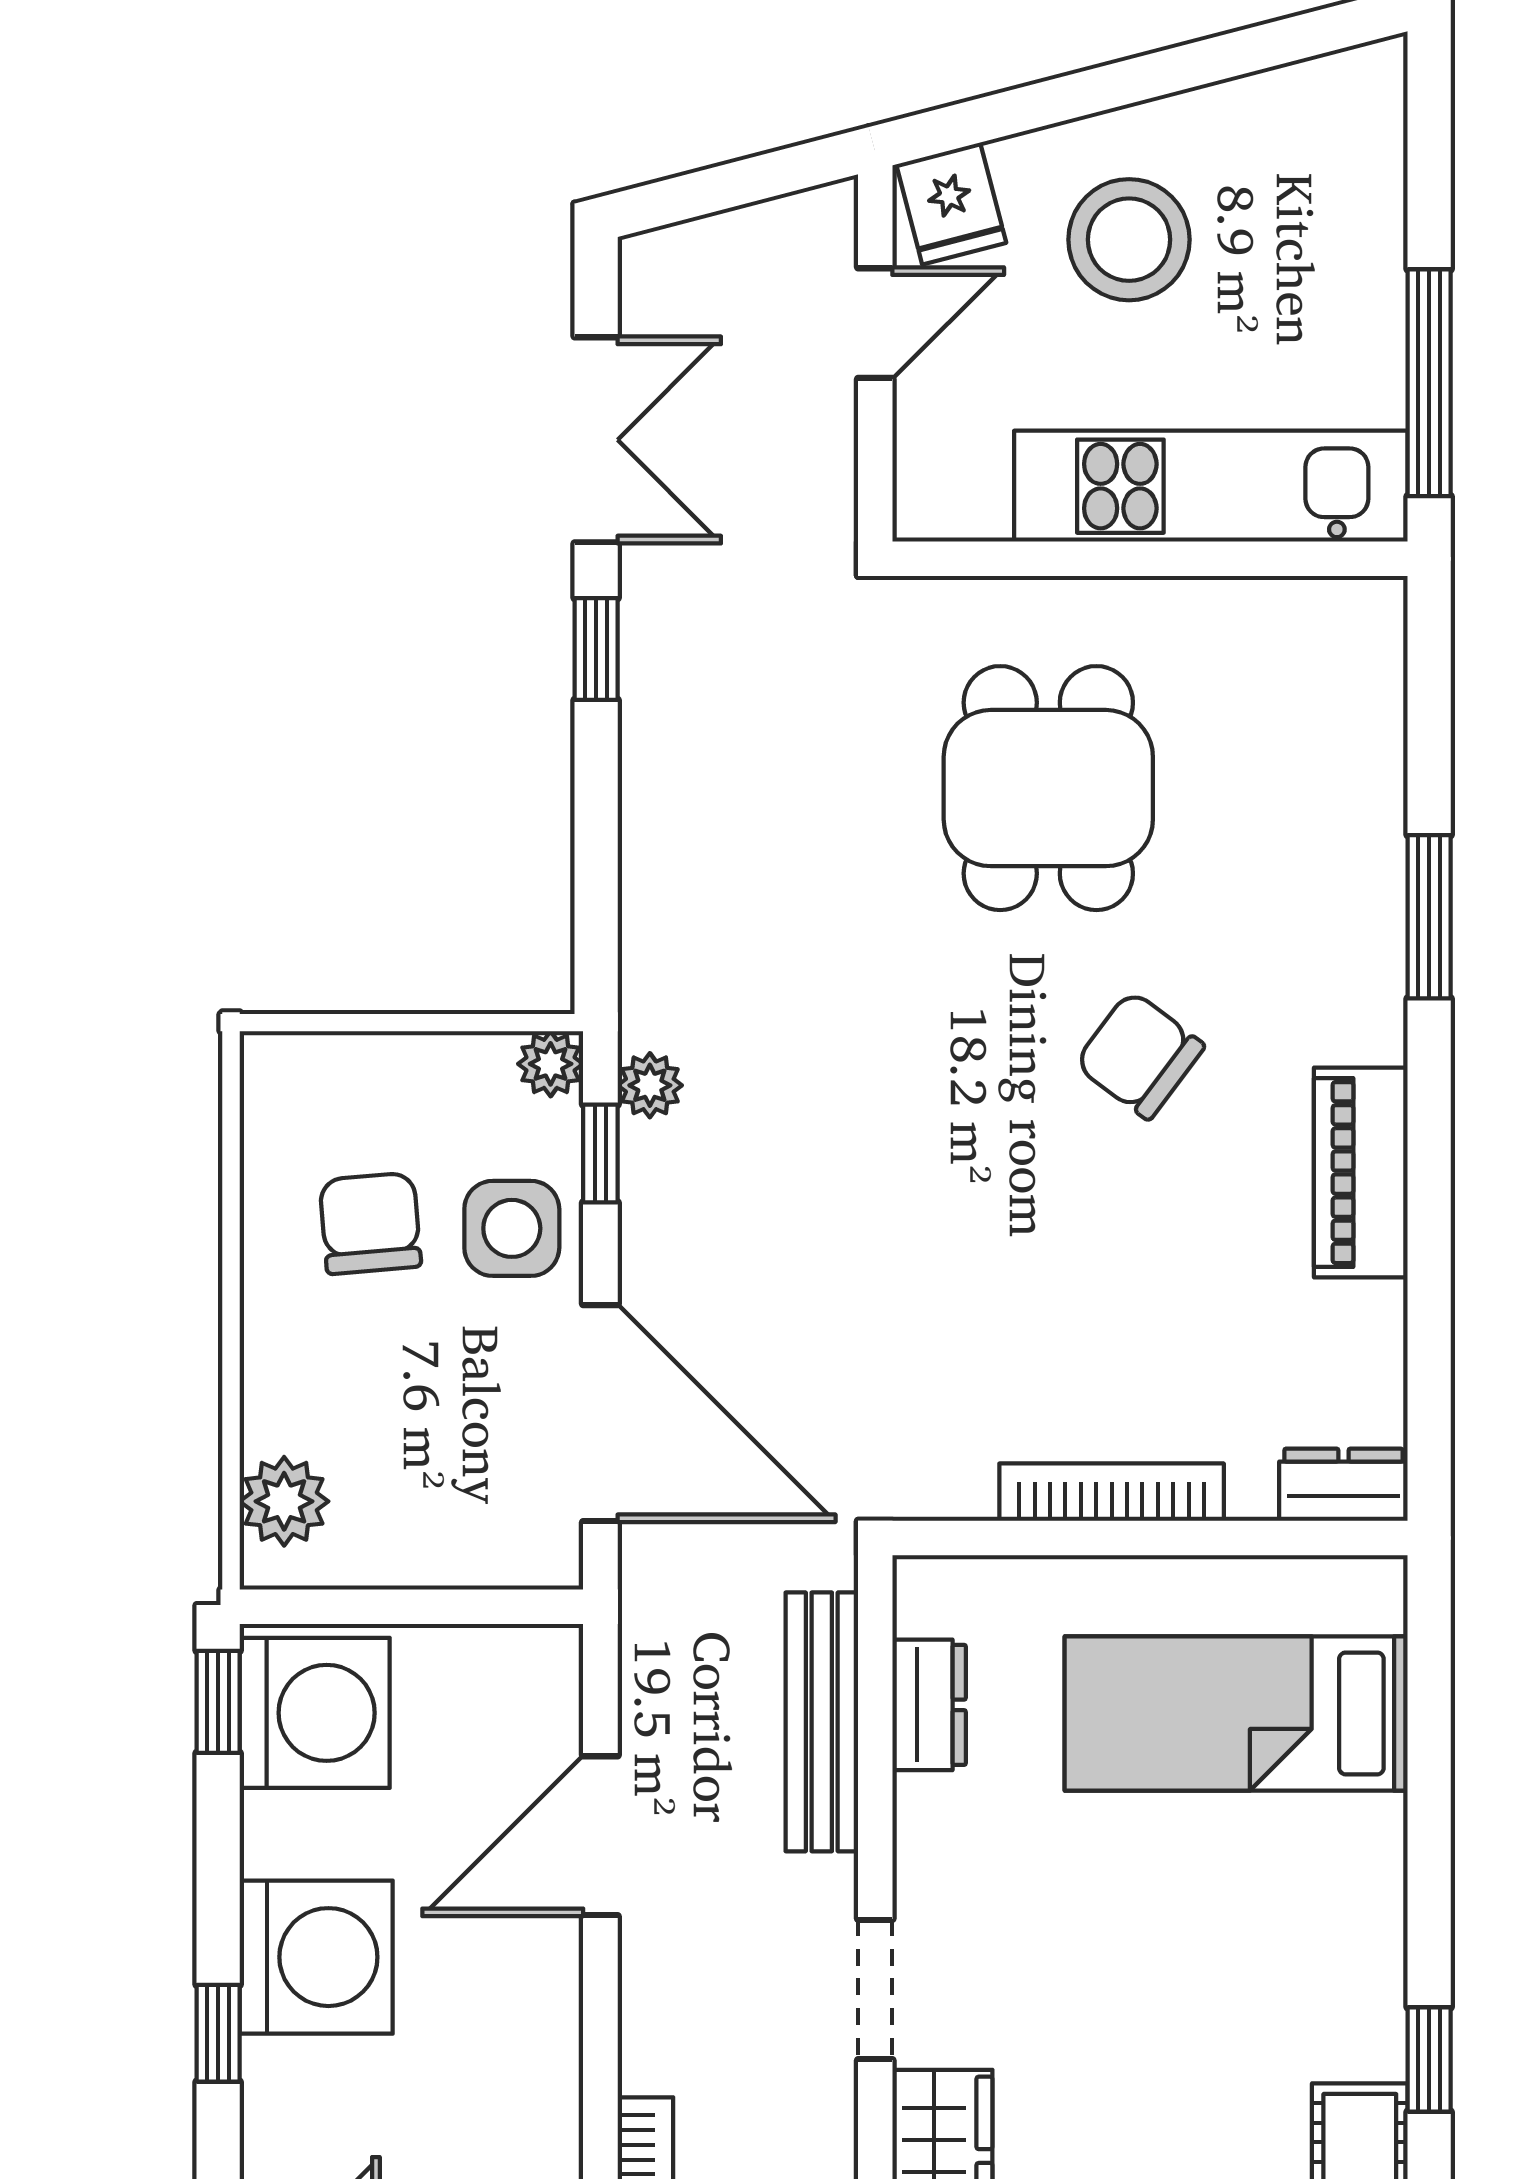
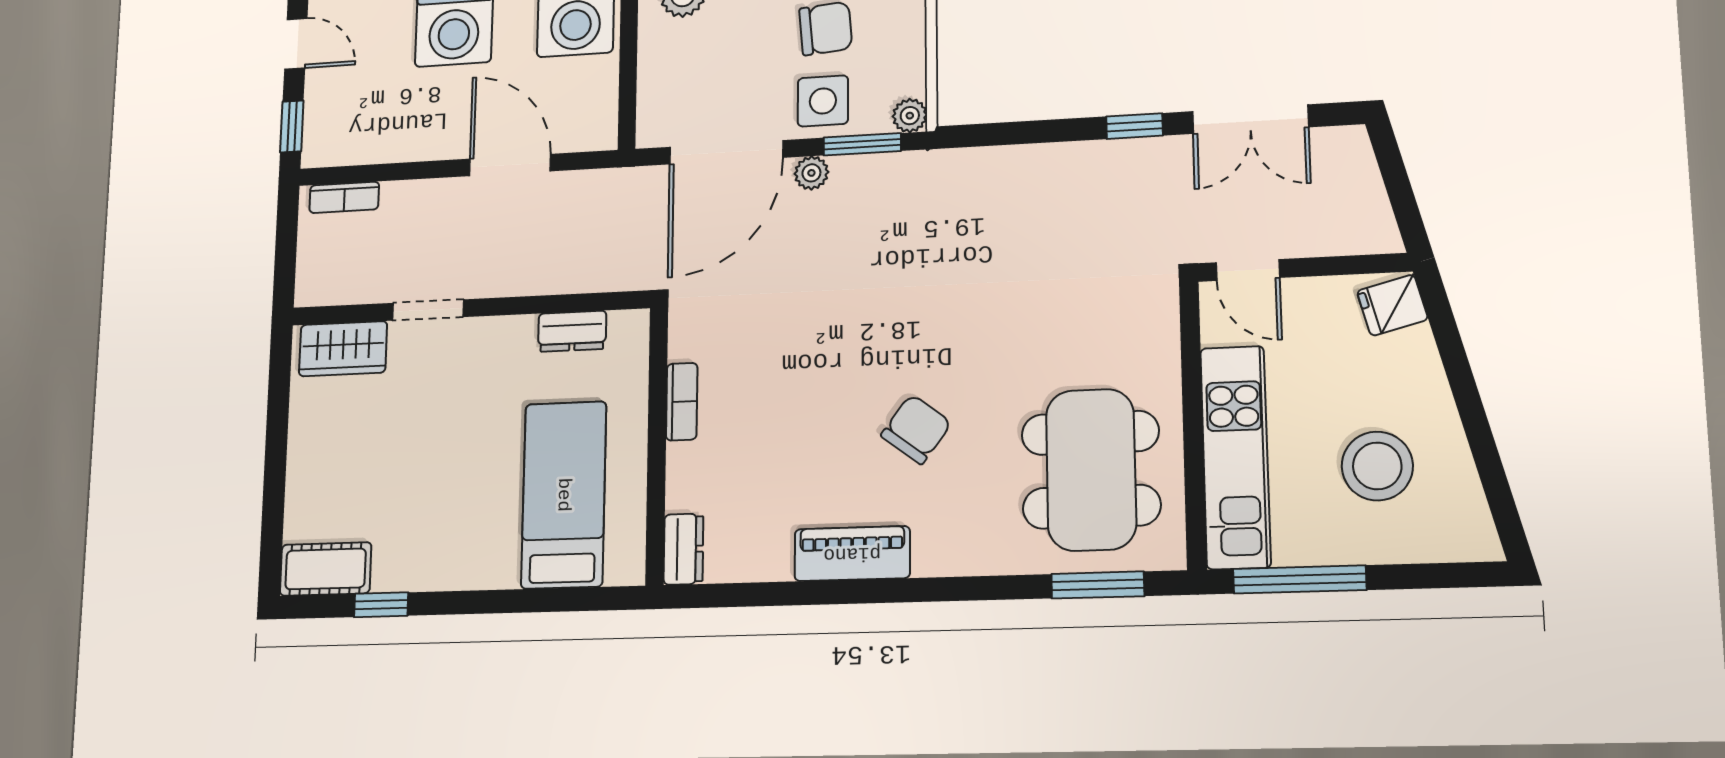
stool: (1129, 240) -> (1377, 466), moved
door: (875, 323) -> (1248, 270), moved
dining table: (1048, 788) -> (1091, 470), moved, width x1.38
window: (1429, 917) -> (1098, 585), moved
plant: (650, 1085) -> (811, 173), moved
window: (600, 1153) -> (862, 144), width x1.50
bookcase: (1112, 1492) -> (682, 402), width x0.64
bench: (822, 1722) -> (565, 276), removed

